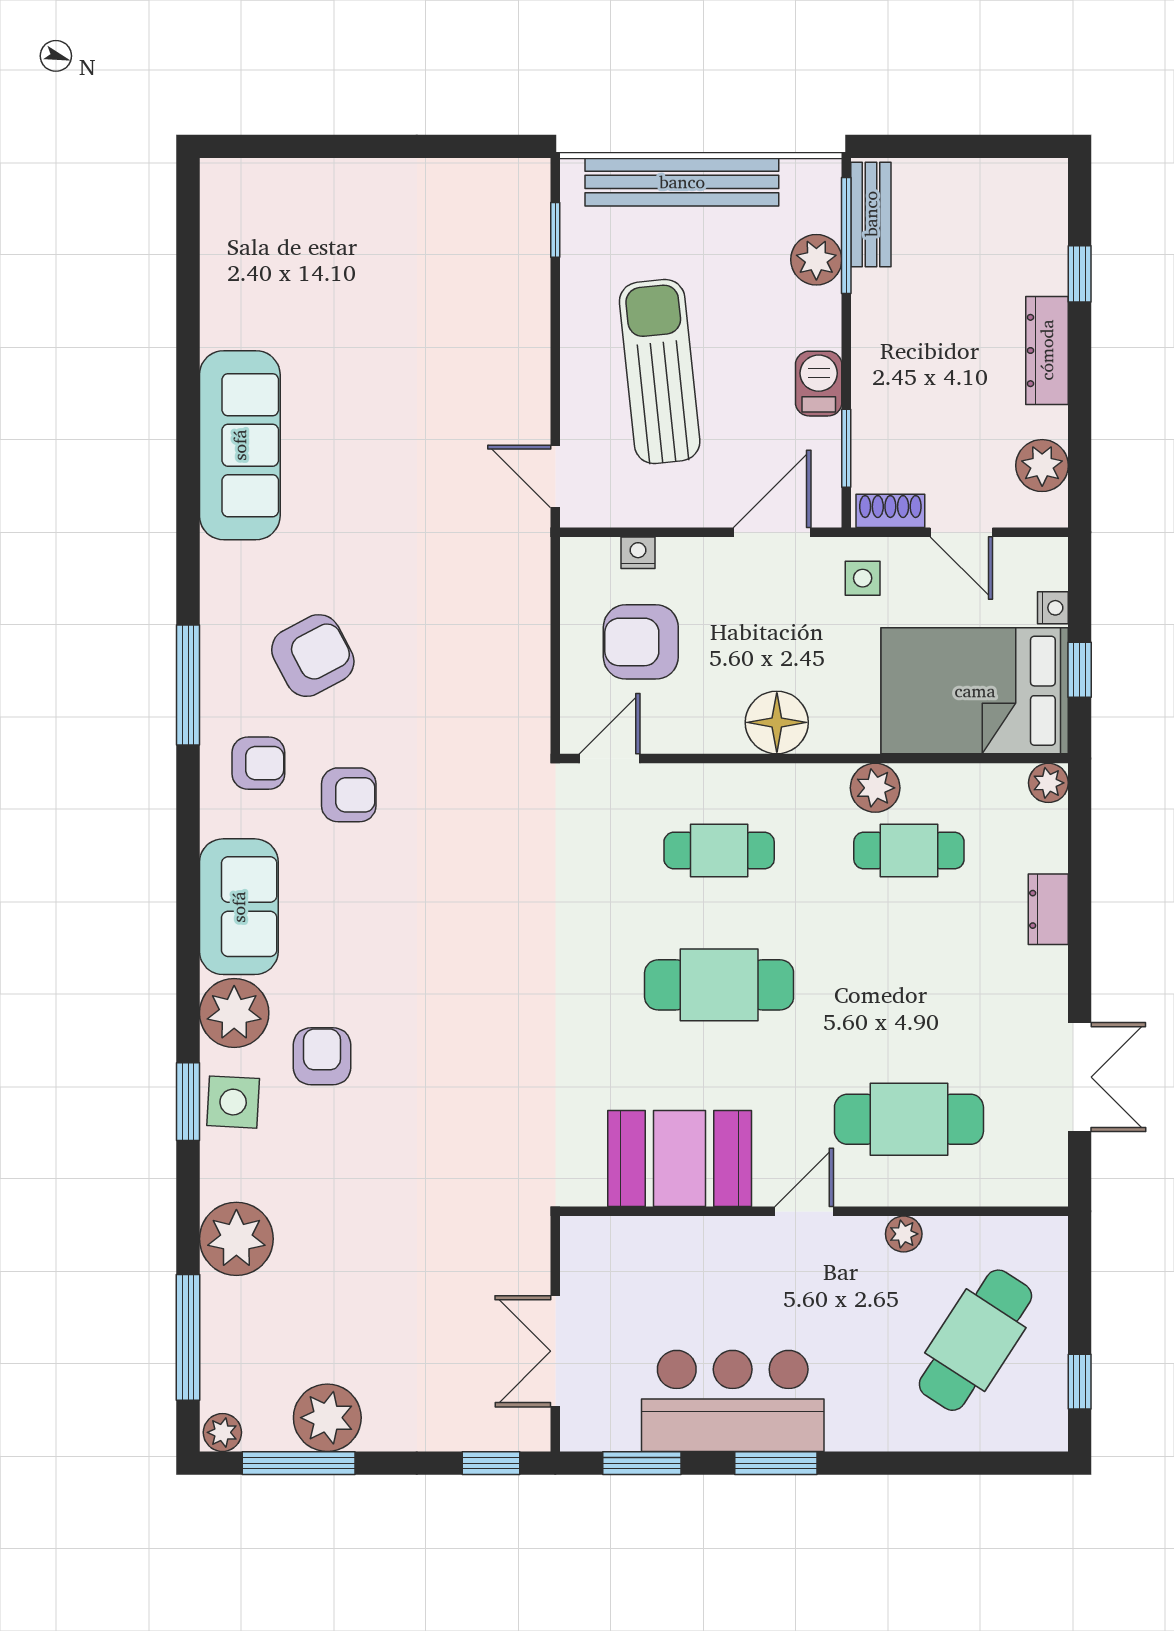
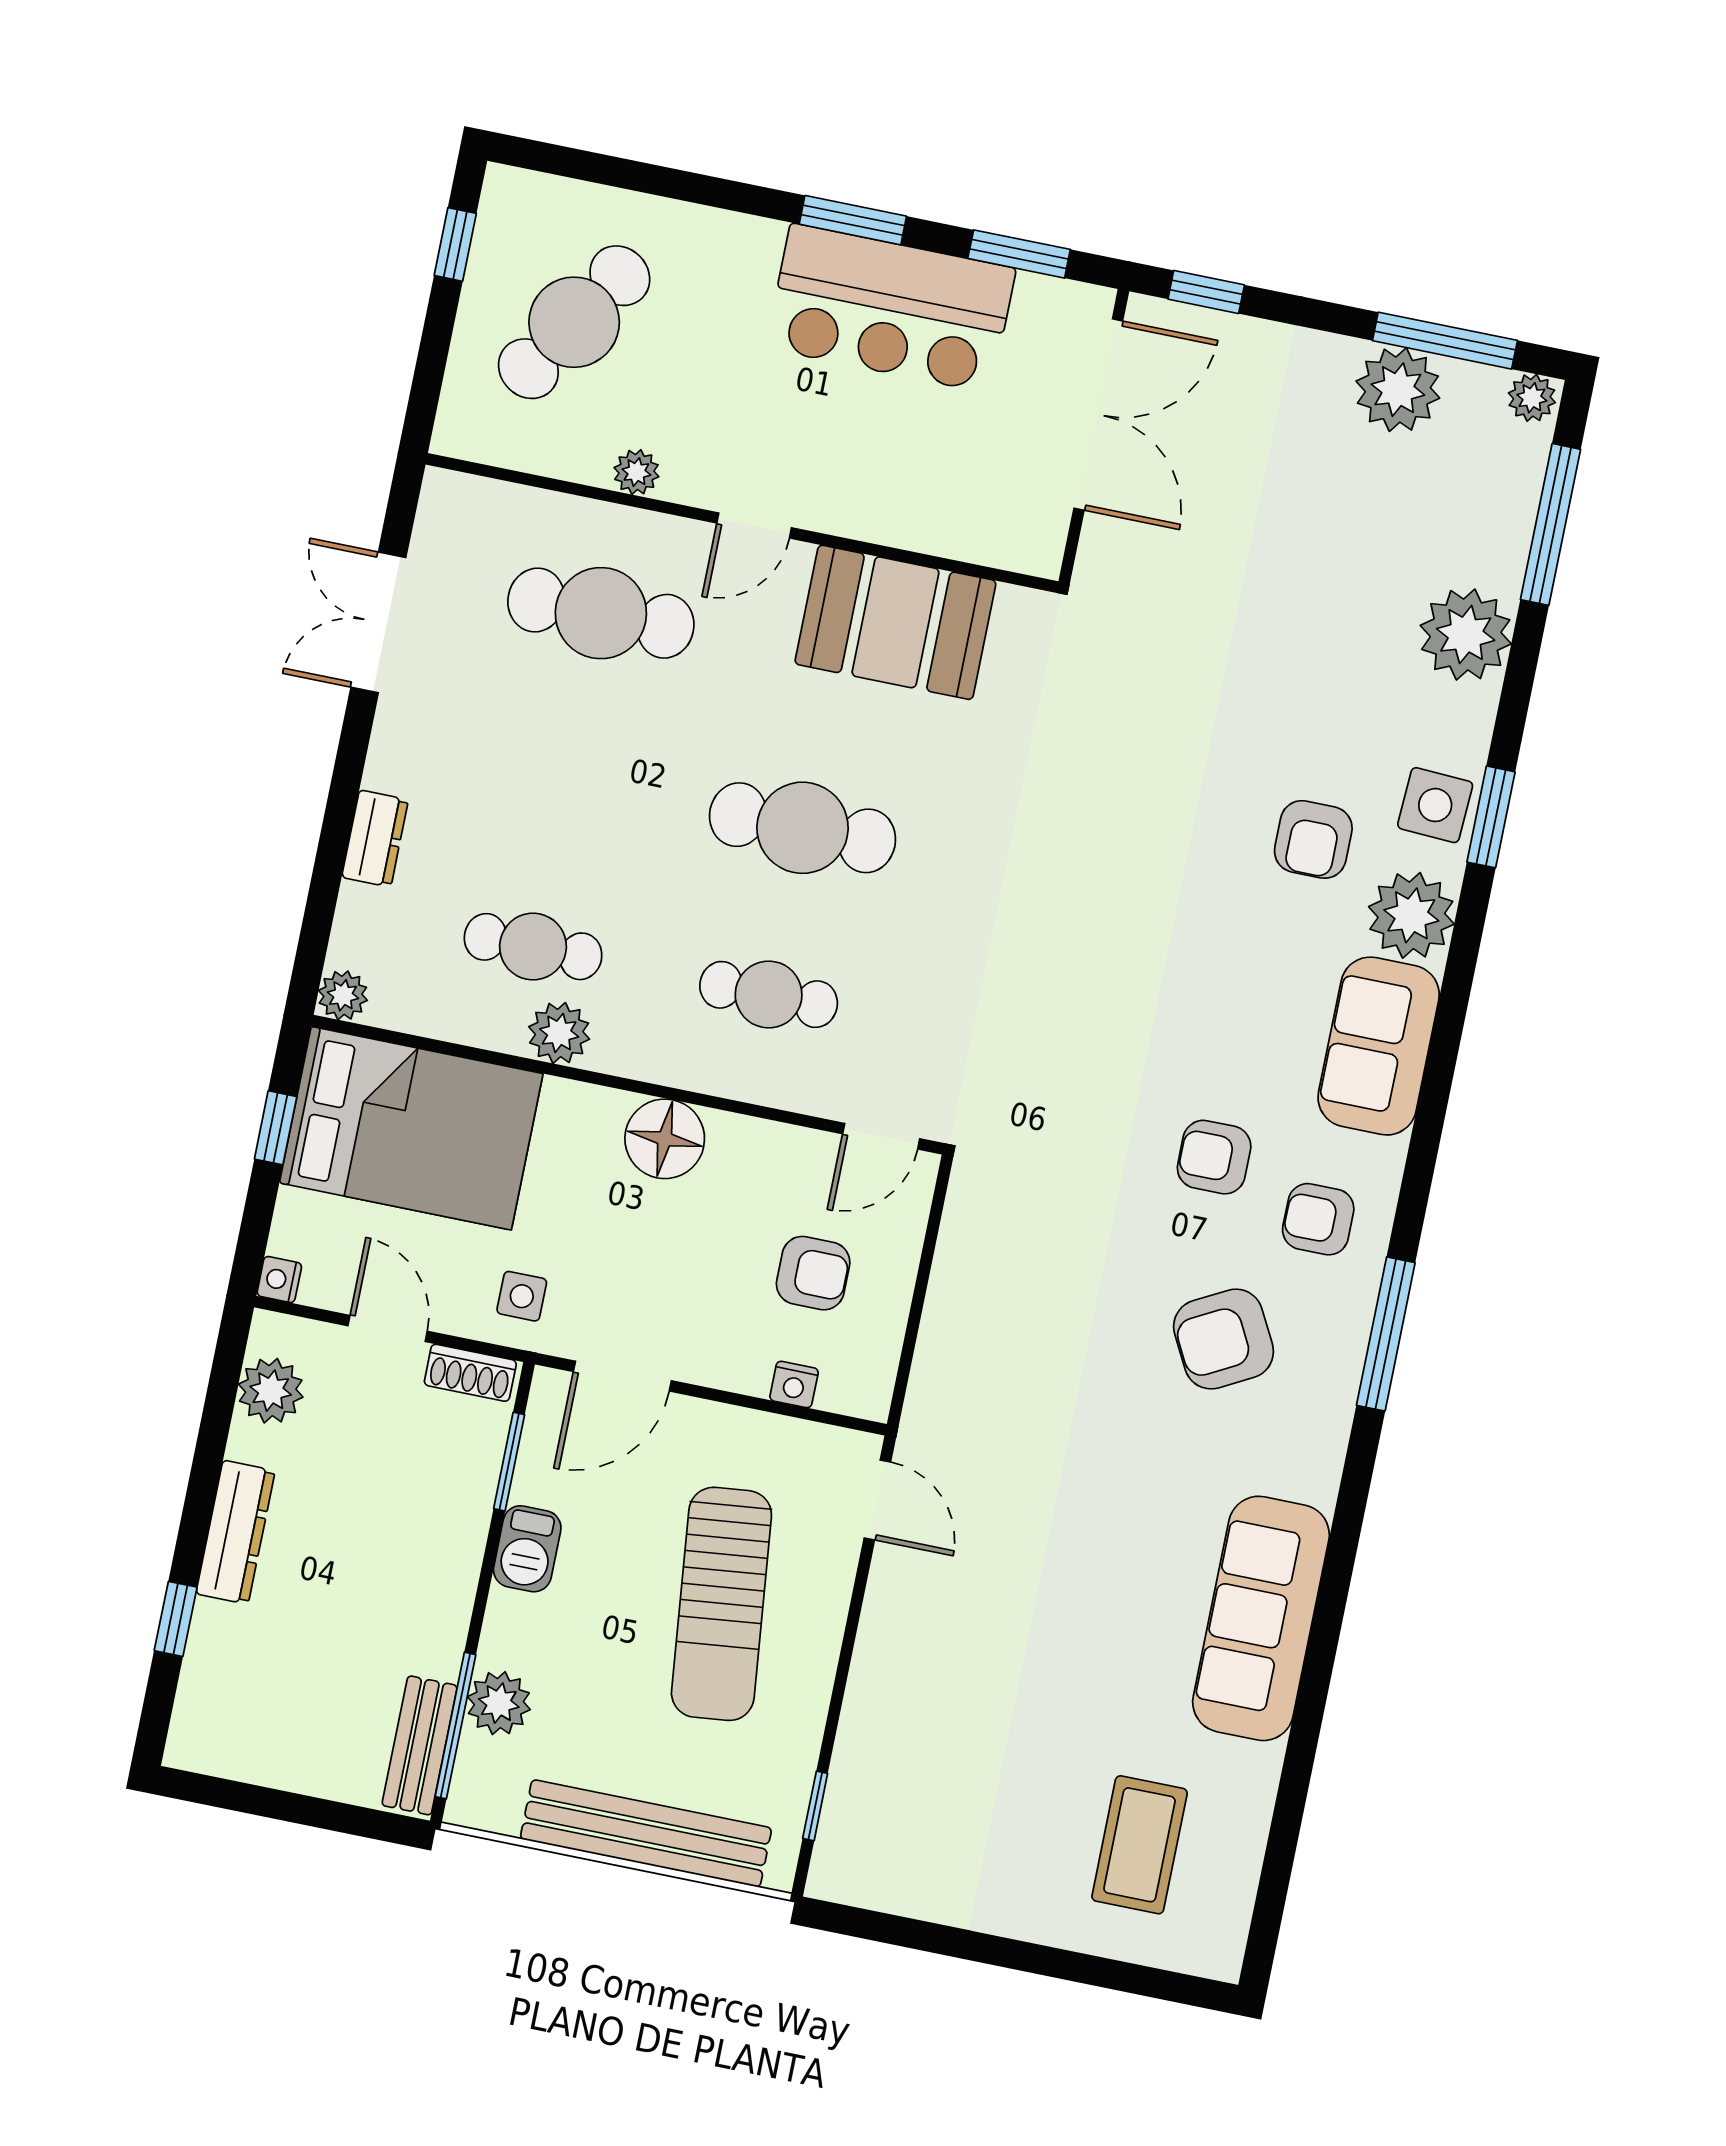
coffee table: (298, 251) -> (1140, 1845), added
nightstand: (1053, 608) -> (279, 1280), moved
armchair: (641, 642) -> (813, 1273), width x0.72, depth x0.72
double door: (555, 1351) -> (1098, 415), width x1.37

